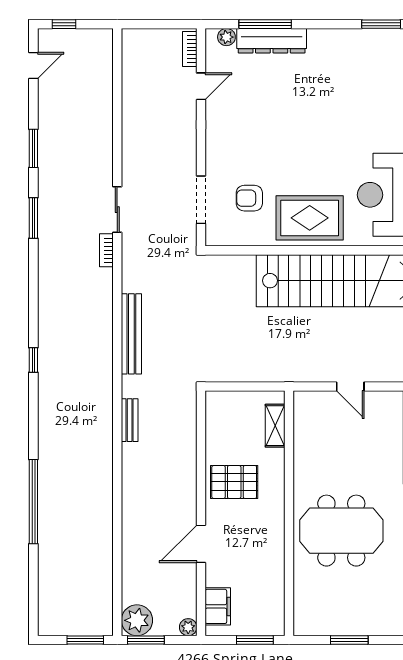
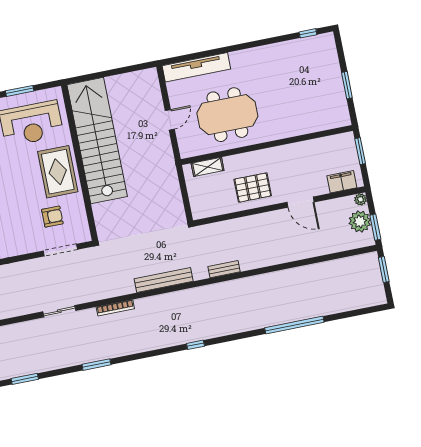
window: (33, 148) -> (25, 379), moved
armchair: (249, 198) -> (52, 217), turned -90
sliding door: (117, 210) -> (59, 311), moved
bookcase: (106, 250) -> (115, 308), width x1.56
pallet: (234, 482) -> (253, 188), turned 90
meeting table: (341, 531) -> (227, 115), moved, turned 90
plant: (137, 620) -> (360, 221), moved

